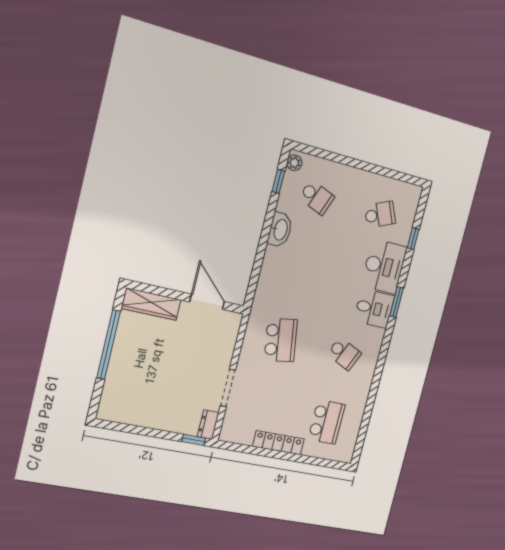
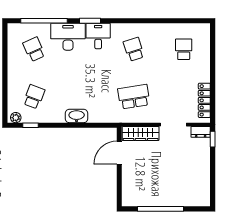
washbasin: (280, 230) -> (77, 116), moved
window: (413, 239) -> (44, 21), width x3.17
wardrobe: (151, 304) -> (141, 134), moved, turned 90
school desk: (344, 354) -> (134, 49), turned -42
school desk: (327, 422) -> (184, 49), width x0.54
locker: (278, 443) -> (204, 100), moved

